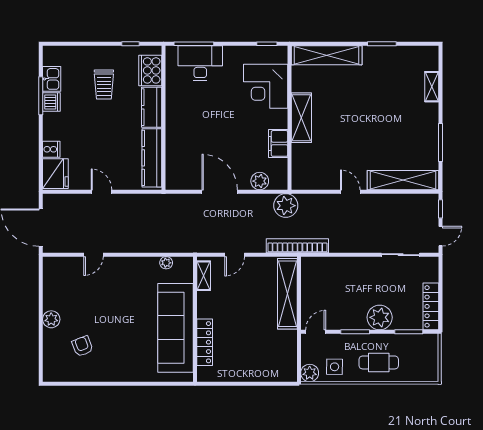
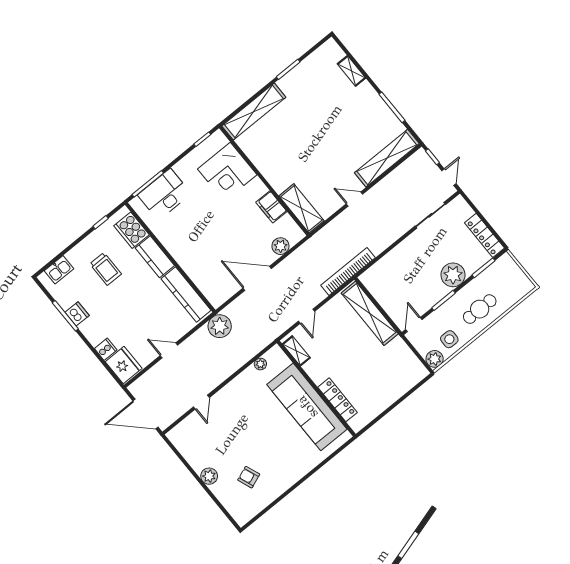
kitchen sink: (52, 79) -> (59, 270), moved, turned 90
shelving: (301, 118) -> (301, 208), moved
plant: (286, 206) -> (220, 326), moved

